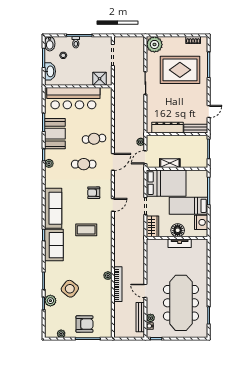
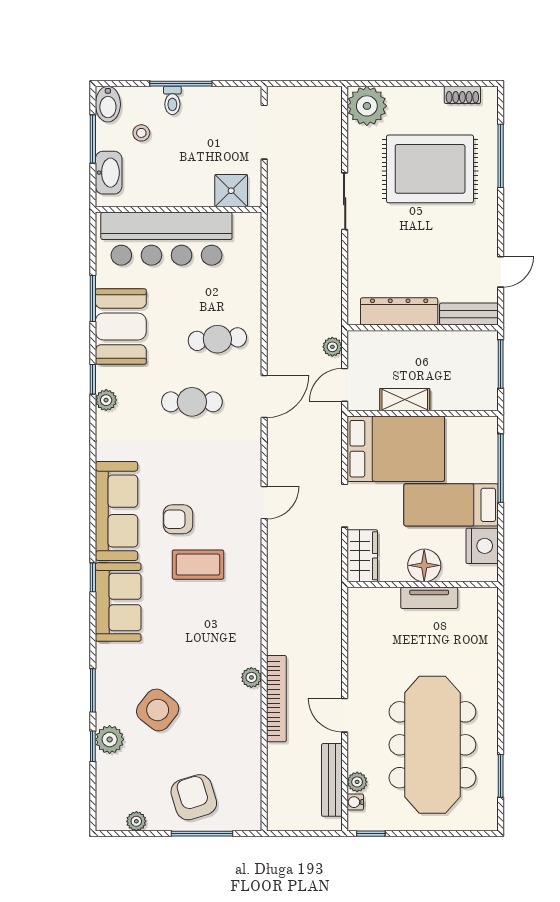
armchair: (94, 193) -> (178, 519), moved
armchair: (84, 324) -> (194, 797), turned -107

